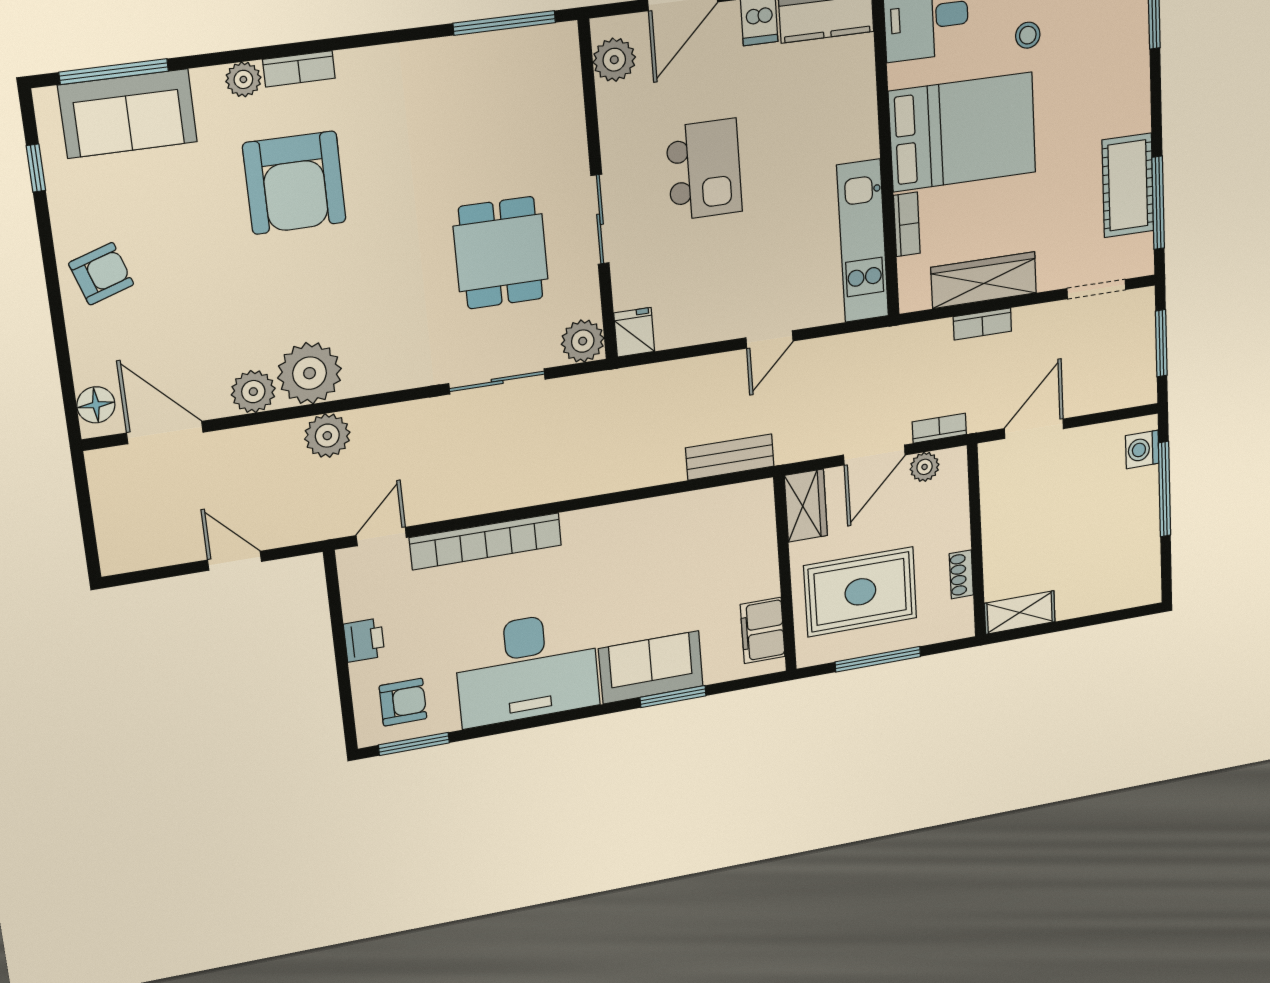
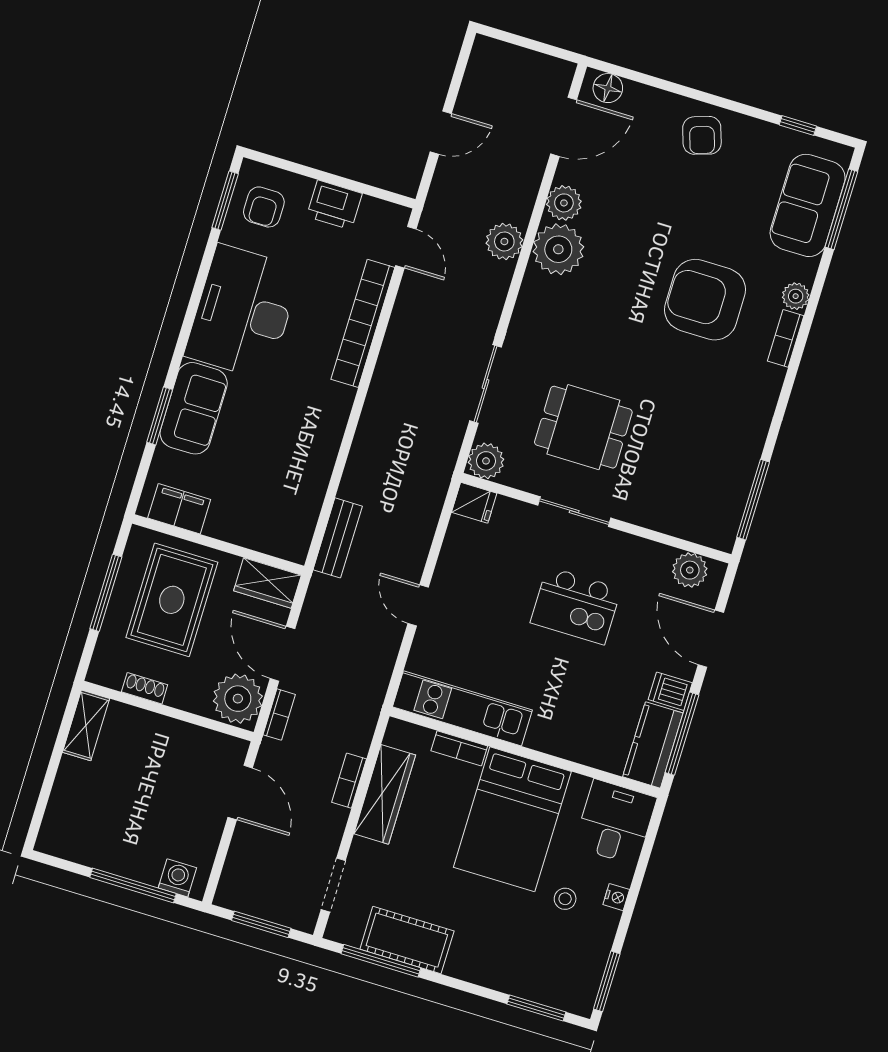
plant: (925, 467) -> (238, 699), width x1.88, depth x1.88
printer: (364, 640) -> (334, 205), width x1.36, depth x1.24

